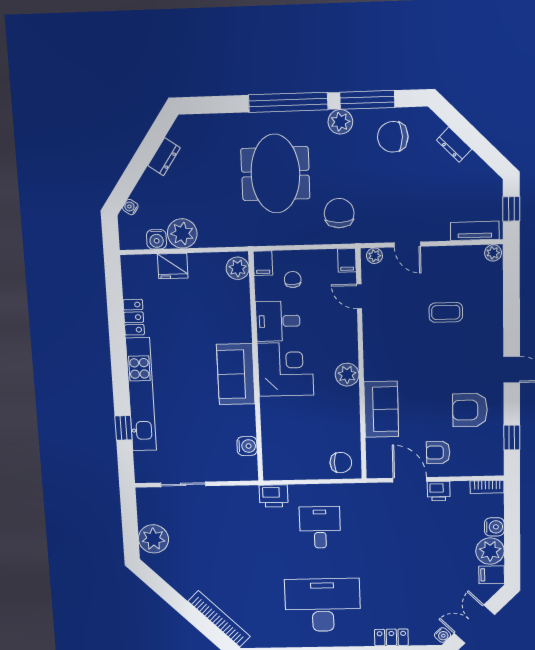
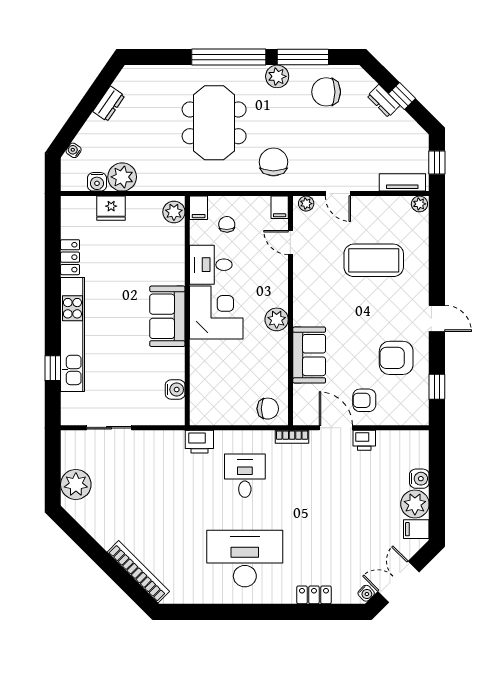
window: (474, 139) -> (402, 96), added
coffee table: (446, 312) -> (374, 260), width x1.86, depth x1.72
bookcase: (487, 487) -> (292, 437), moved

